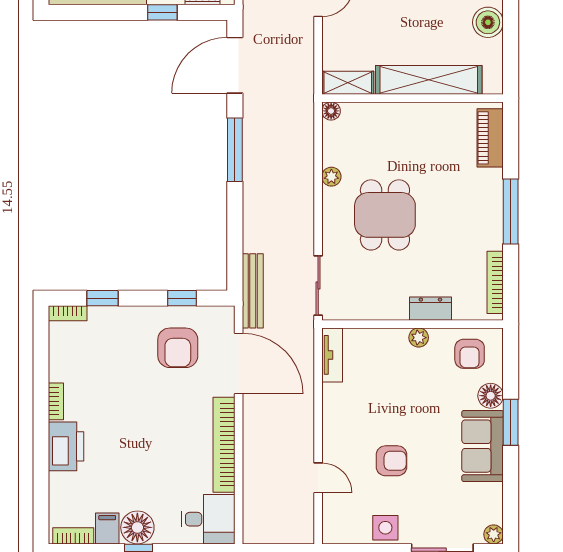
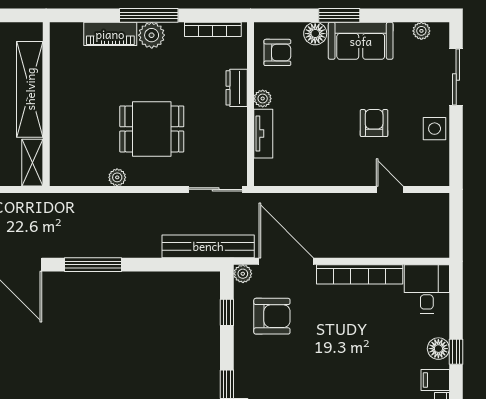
floor lamp: (331, 111) -> (58, 178), removed
piano: (490, 138) -> (110, 34), moved
plant: (489, 215) -> (152, 35), added
bench: (253, 291) -> (208, 246), width x1.37, depth x1.21
plant: (225, 316) -> (243, 274), added
tv unit: (332, 355) -> (263, 134), moved, turned 90
door: (239, 364) -> (286, 261), hinge flipped
door: (318, 478) -> (390, 189), hinge flipped
floor lamp: (137, 527) -> (438, 349), width x0.73, depth x0.73
plant: (494, 534) -> (421, 31), moved

